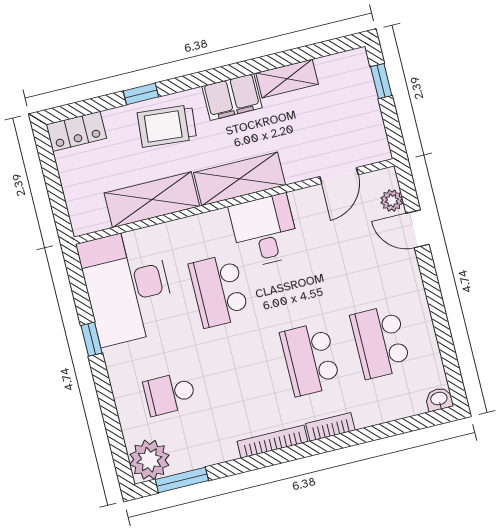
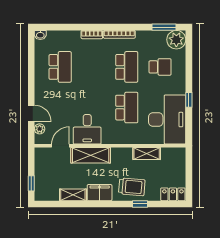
shelving: (240, 179) -> (91, 155), moved
shelving: (152, 200) -> (147, 153), width x0.67, depth x0.75
desk: (264, 231) -> (87, 129), moved
school desk: (310, 359) -> (127, 67), moved

